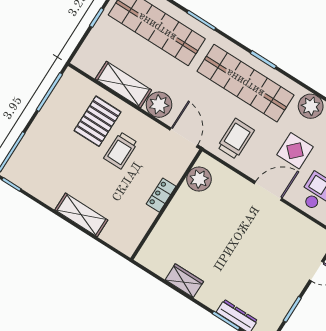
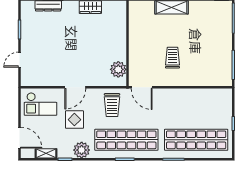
shelving: (123, 84) -> (194, 96), removed
plant: (159, 105) -> (167, 97), removed
pallet: (98, 121) -> (196, 66), removed
locker: (161, 195) -> (134, 47), removed

